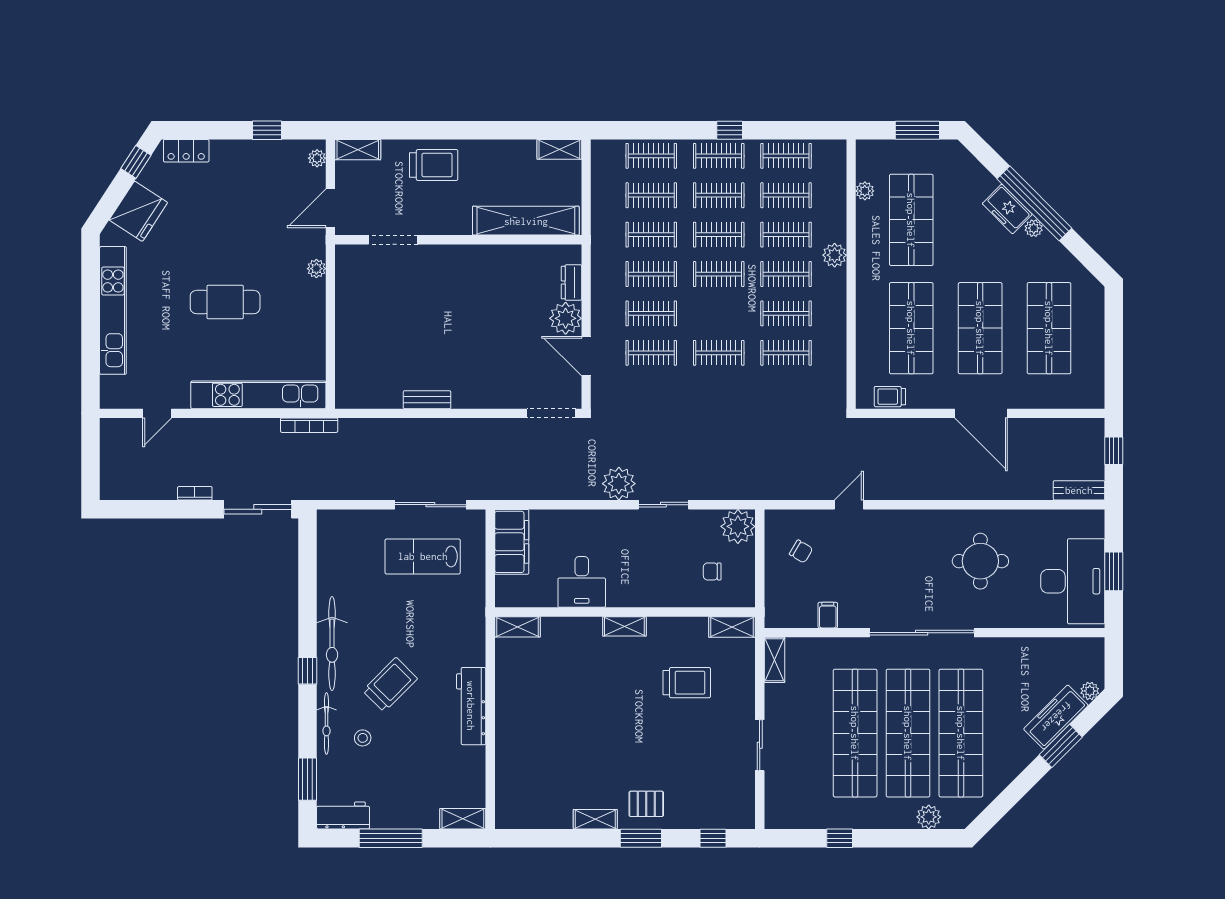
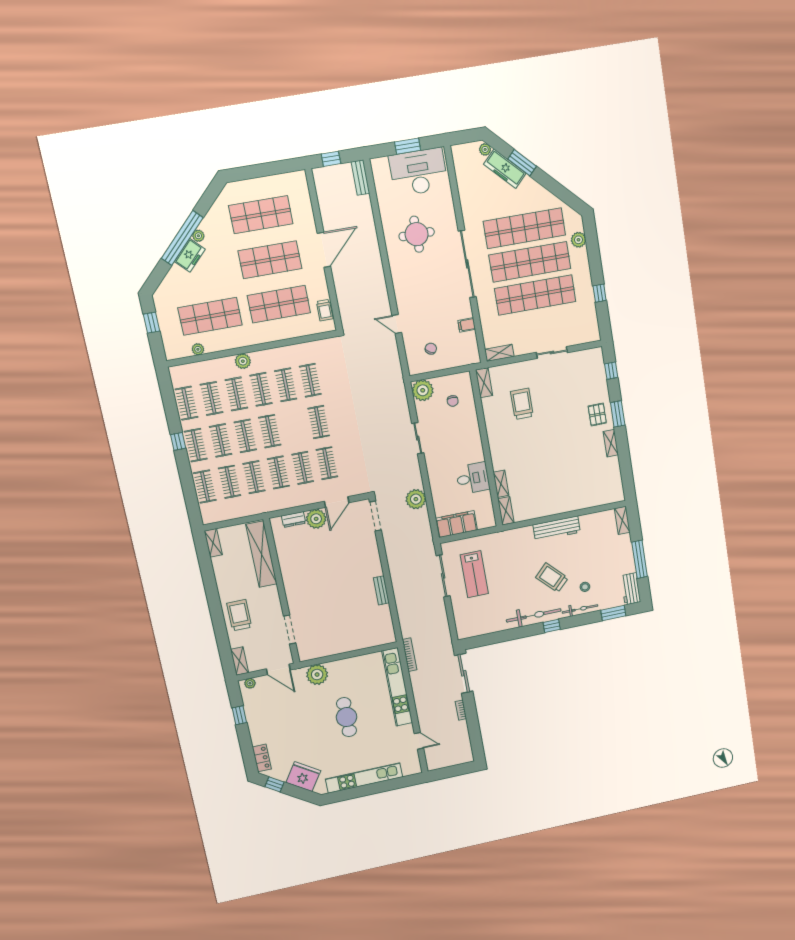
window: (917, 130) -> (152, 323), width x0.67
plant: (316, 269) -> (317, 675), width x1.88, depth x1.88
plant: (619, 484) -> (416, 499), moved
shelving: (624, 626) -> (501, 484), moved

